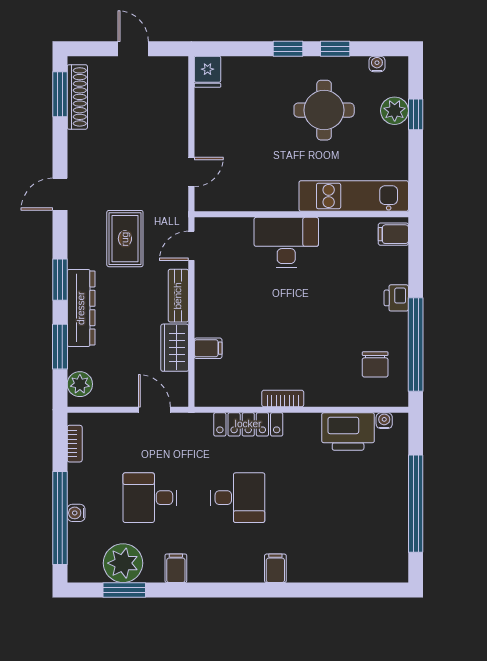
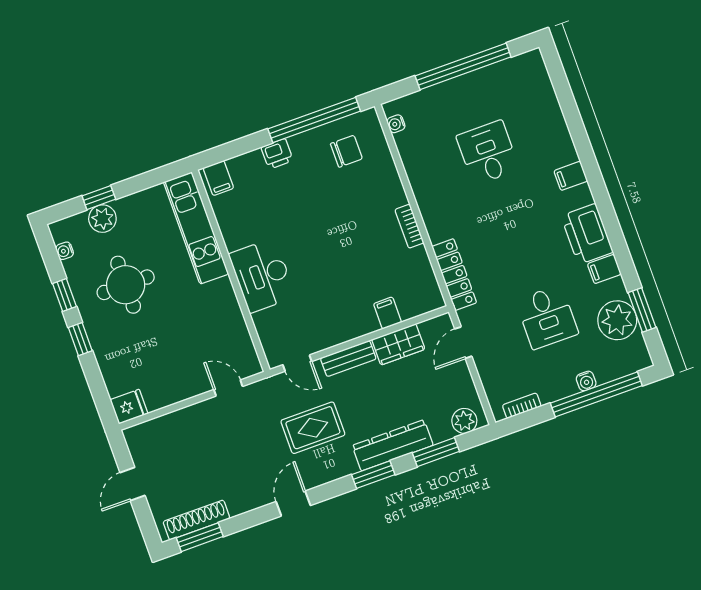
door: (60, 194) -> (293, 503), swing flipped
locker: (248, 424) -> (454, 275), moved
printer: (348, 432) -> (587, 234), moved, turned 180
desk: (238, 498) -> (488, 153), moved

